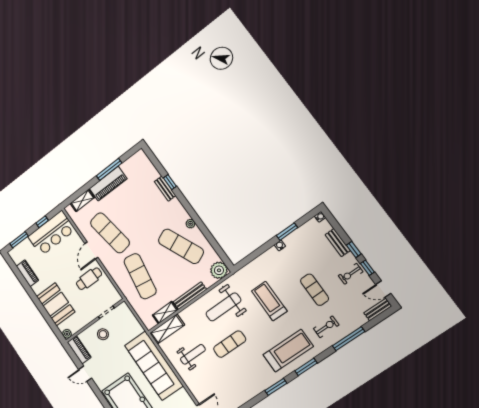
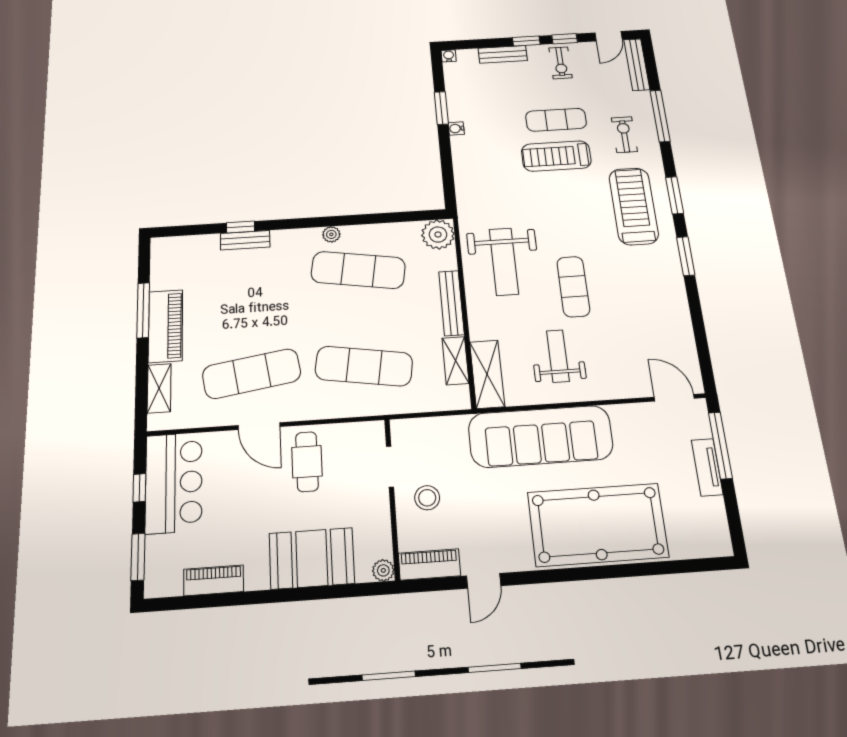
exercise mat: (181, 246) -> (358, 270), turned 33
treadmill: (269, 301) -> (556, 156), moved
bench: (378, 309) -> (637, 65), width x1.36

